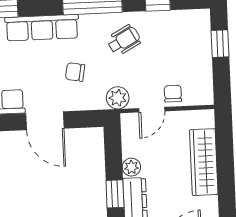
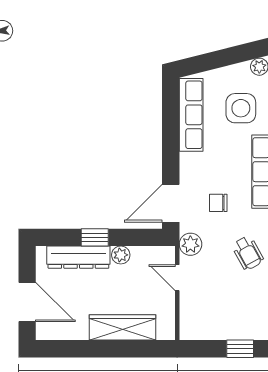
chair: (75, 72) -> (218, 203), turned -100
chair: (173, 94) -> (192, 300), removed
door: (45, 121) -> (171, 203), moved

